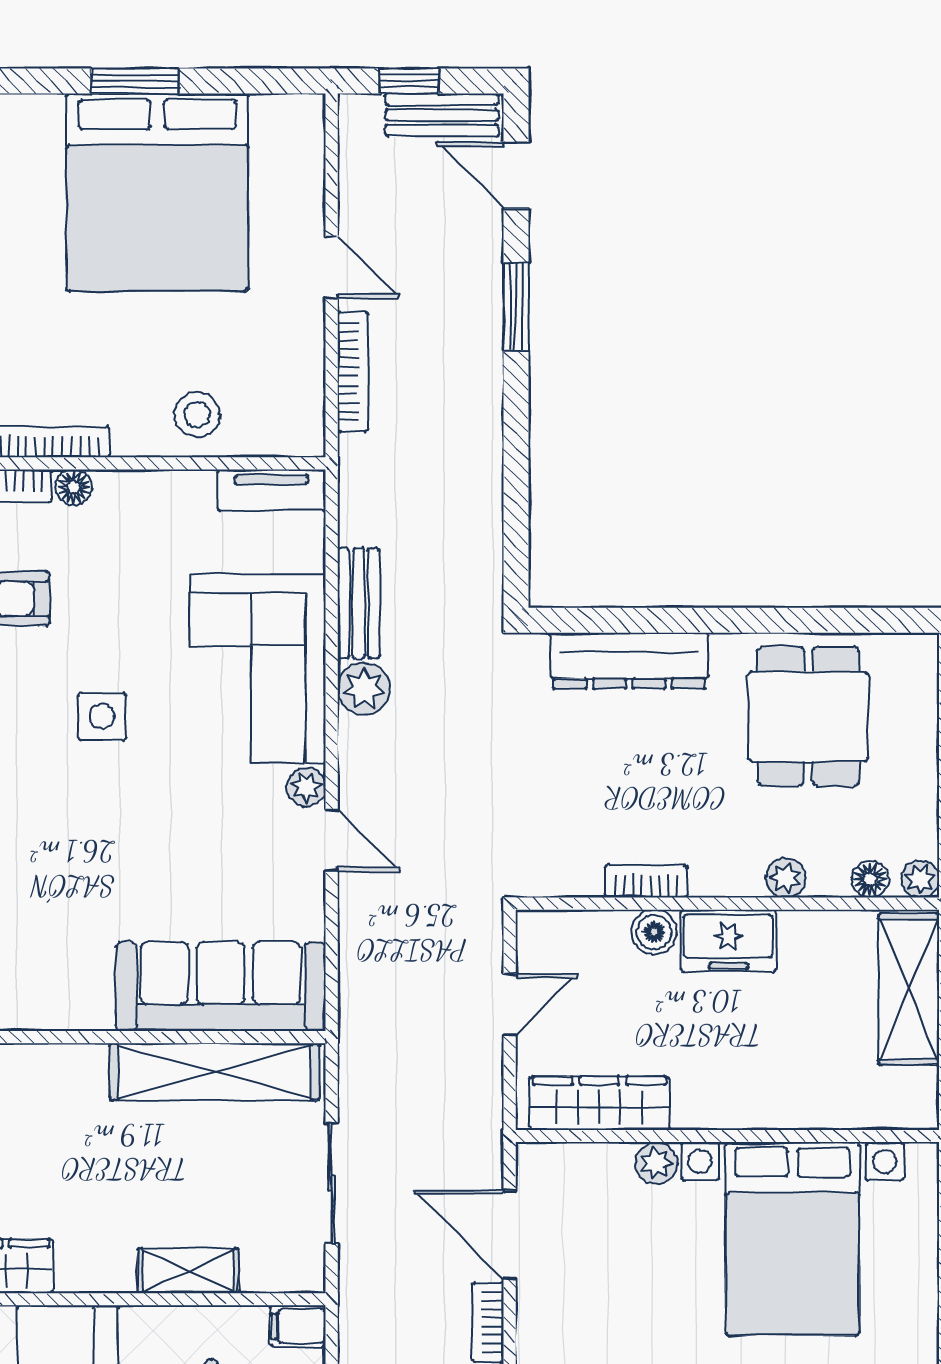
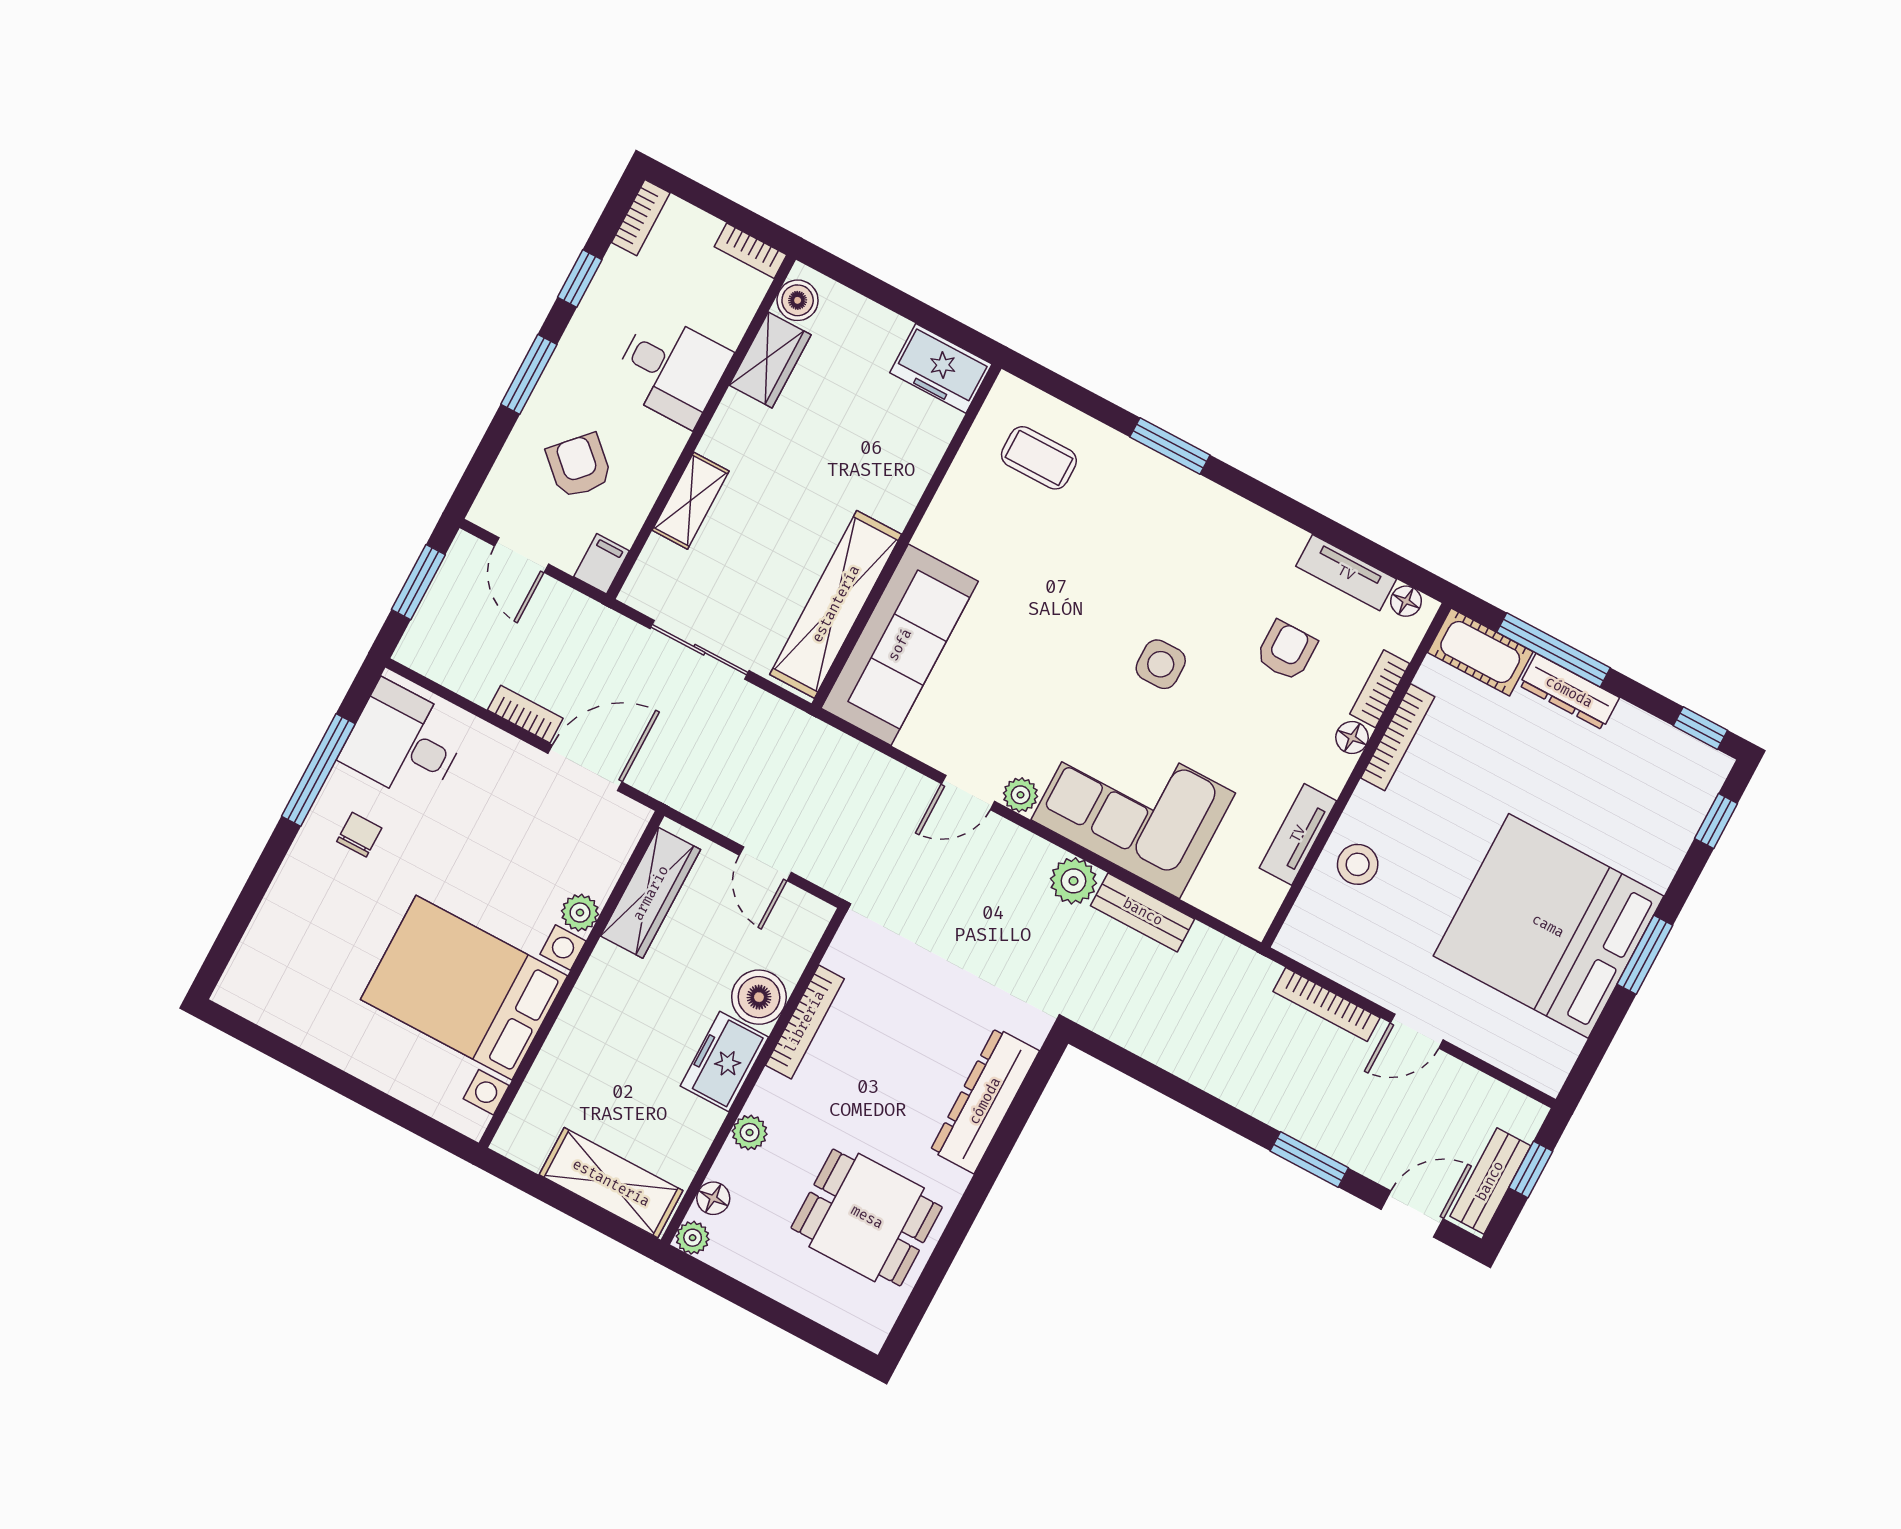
tv unit: (272, 490) -> (1298, 834), moved
bookcase: (646, 881) -> (805, 1022), width x1.56
boiler: (654, 932) -> (759, 997), width x1.36, depth x1.36

